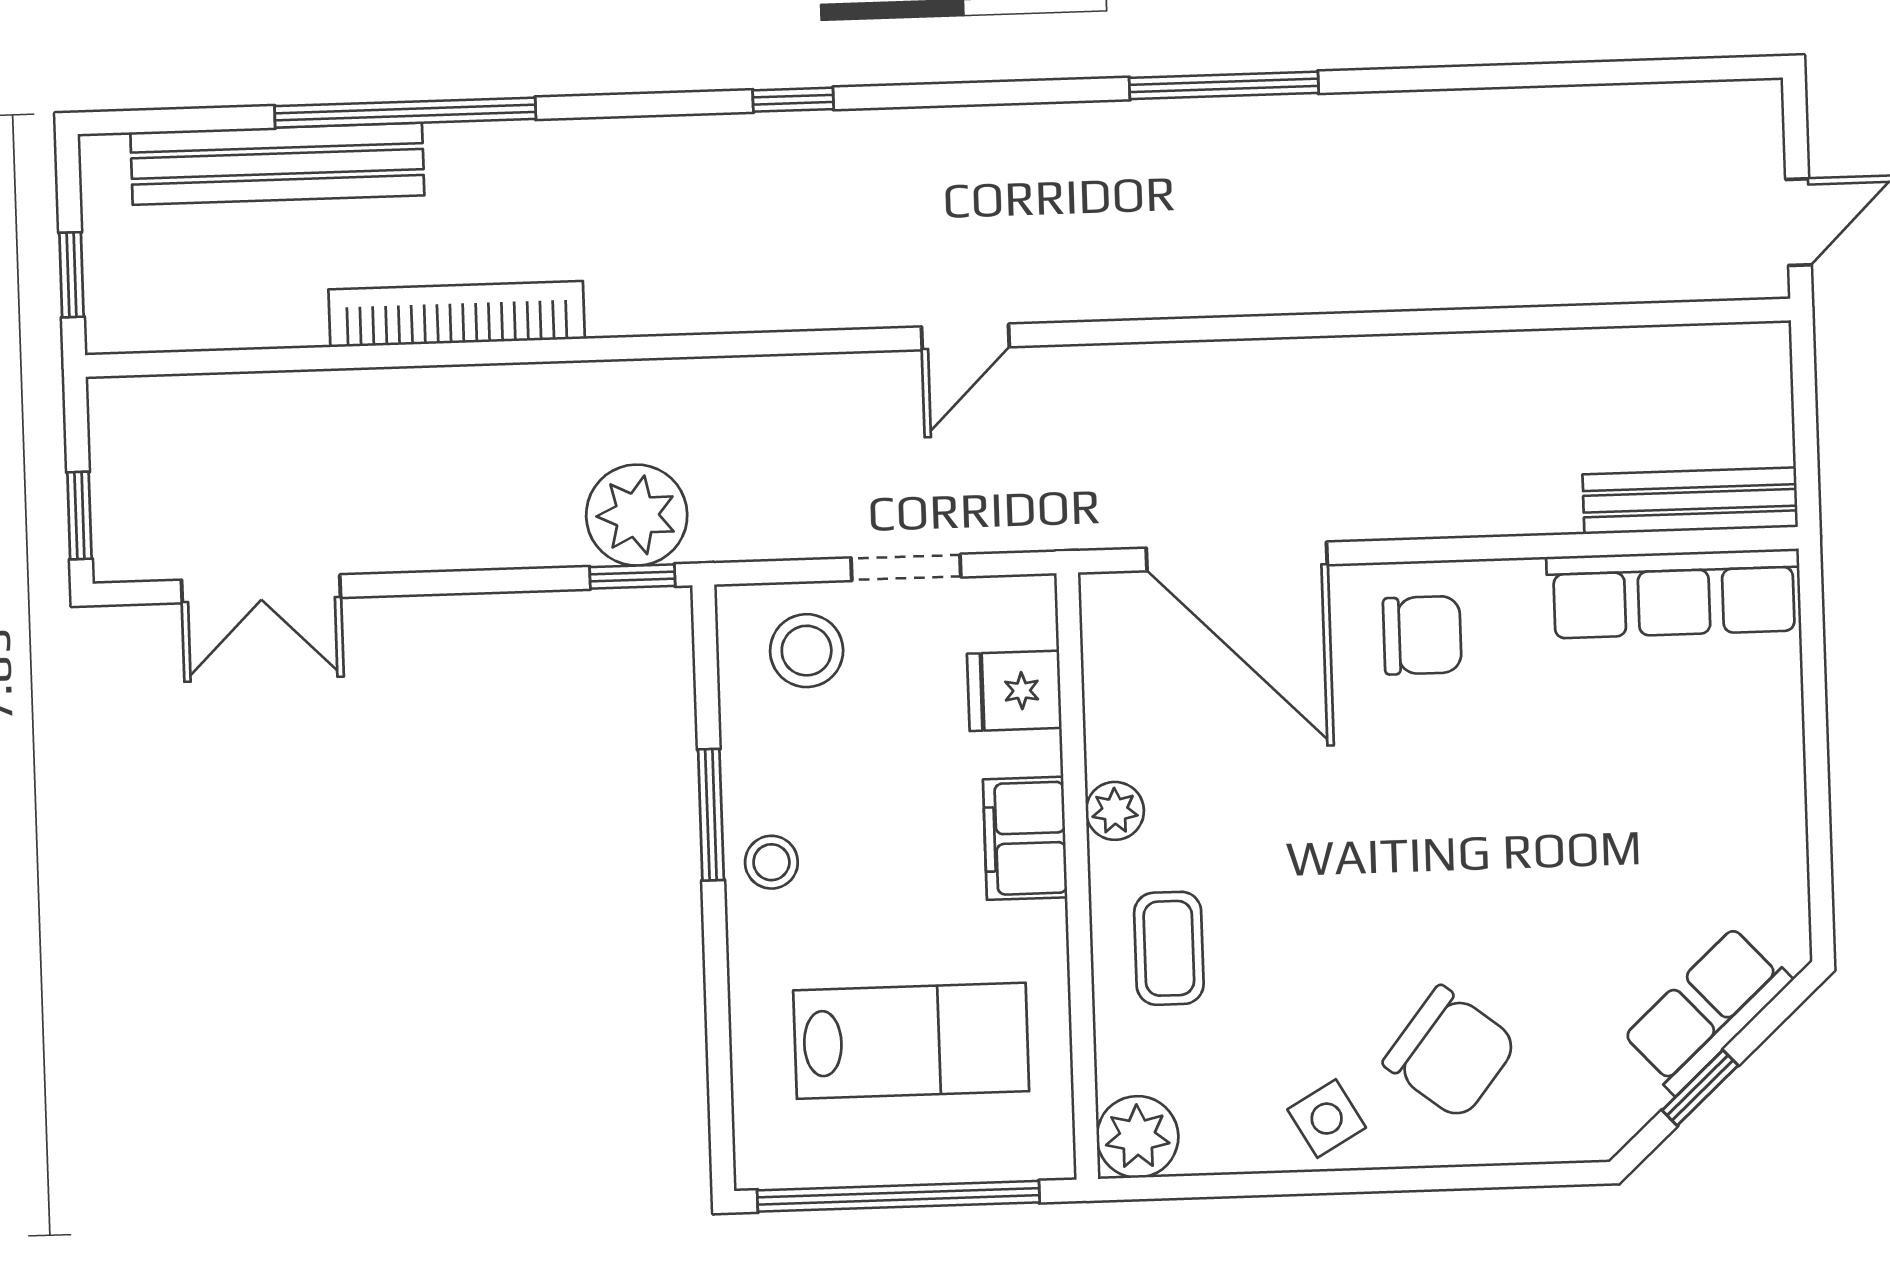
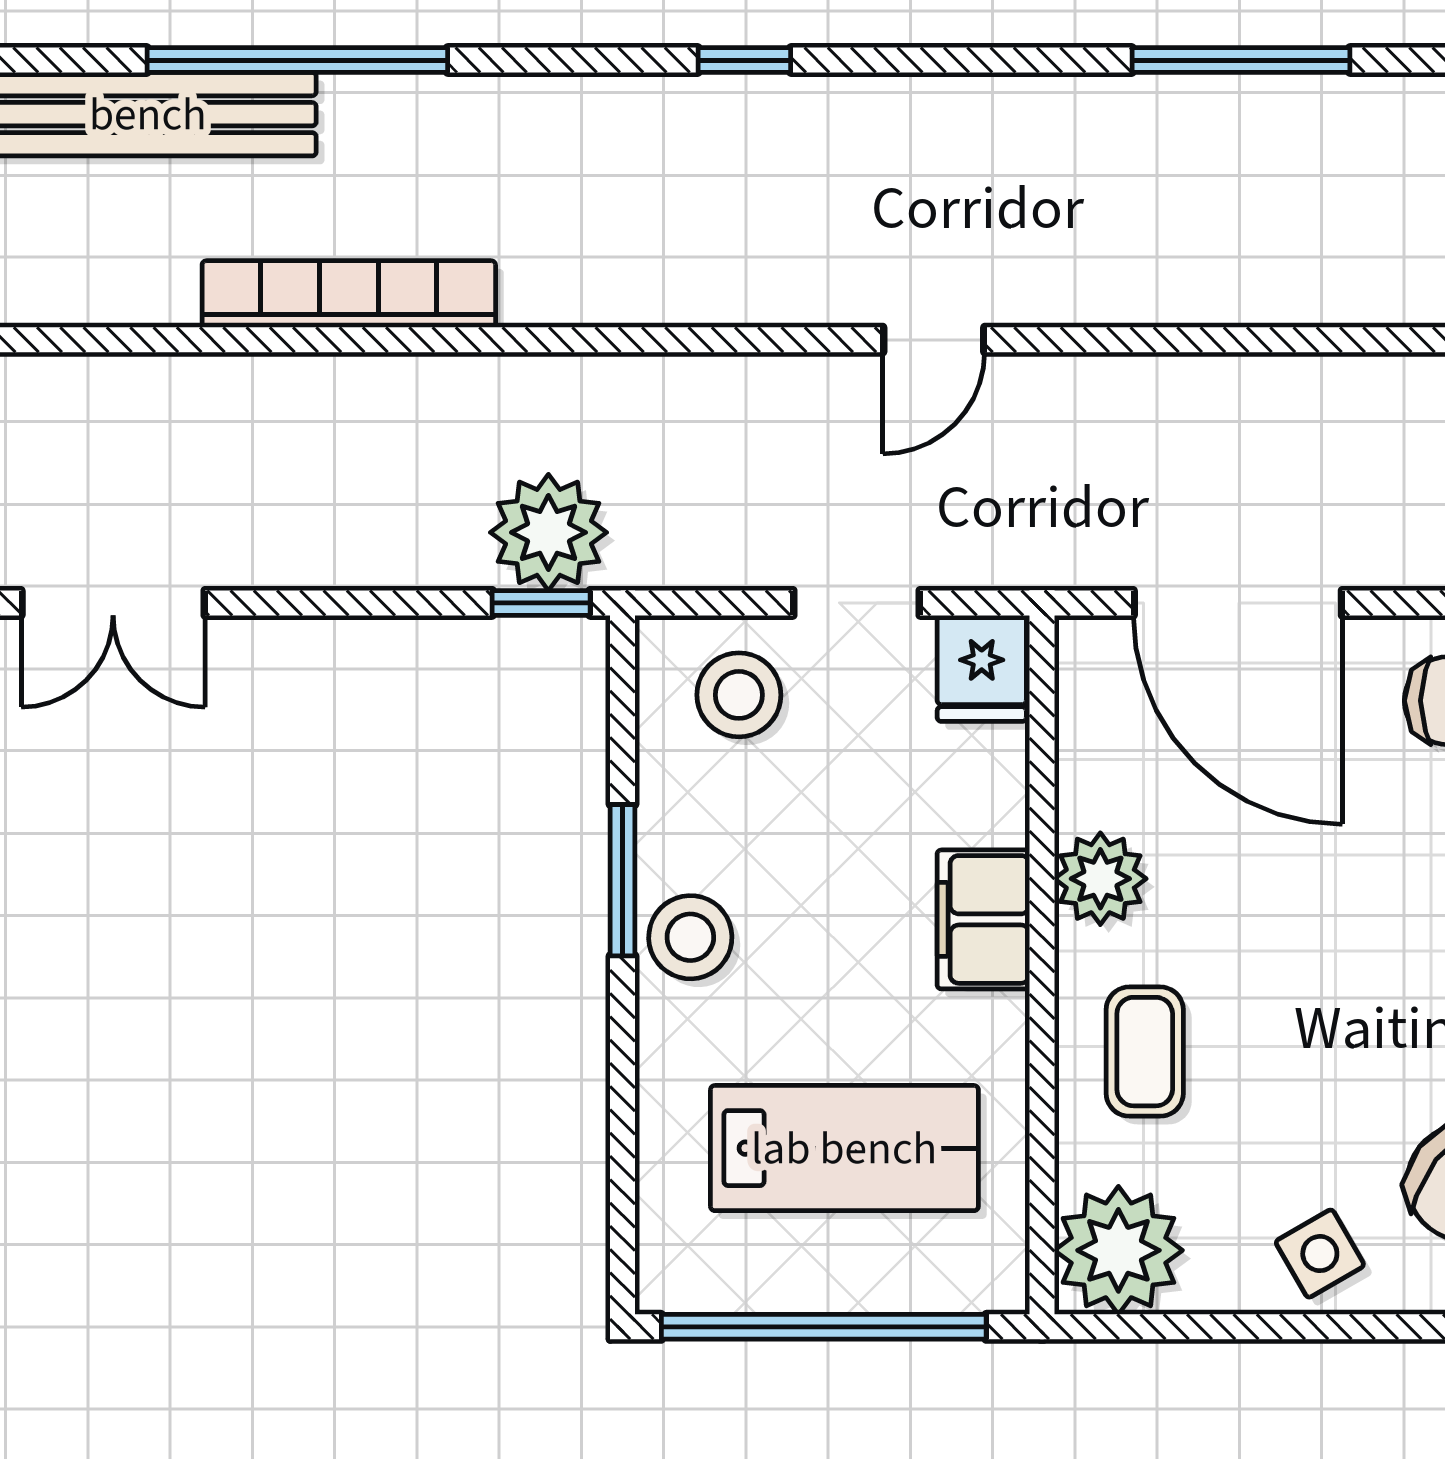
fridge: (1014, 691) -> (982, 668), moved, turned -90
plant: (1115, 811) -> (1100, 879), width x1.38, depth x1.38
stool: (771, 862) -> (690, 937), width x1.37, depth x1.37
plant: (1138, 1137) -> (1118, 1250), width x1.36, depth x1.36

